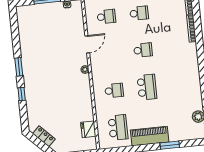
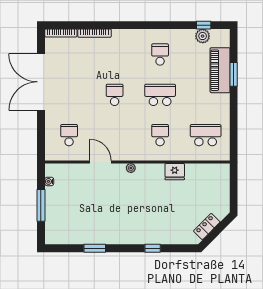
school desk: (139, 13) -> (160, 54), moved
window: (19, 67) -> (95, 248), moved
fridge: (88, 129) -> (175, 172), moved
piano: (150, 136) -> (220, 70), moved

